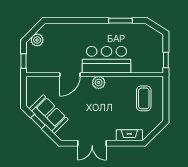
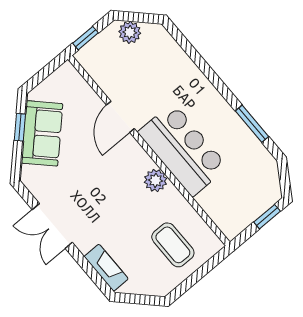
window: (166, 60) -> (267, 217), moved
door: (70, 75) -> (120, 117), hinge flipped
plant: (99, 83) -> (156, 180), moved
coffee table: (144, 98) -> (173, 245), turned 90

